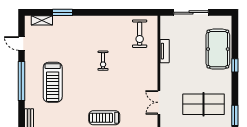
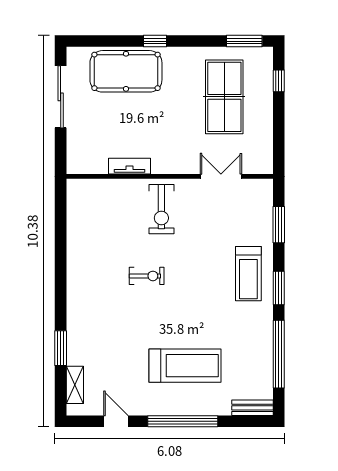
sliding door: (191, 12) -> (61, 97), moved
exercise bike: (140, 34) -> (161, 209), moved, turned 90
door: (21, 43) -> (116, 421), swing flipped
double door: (159, 102) -> (221, 176), swing flipped

